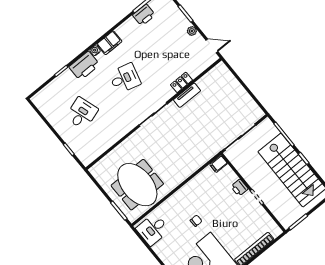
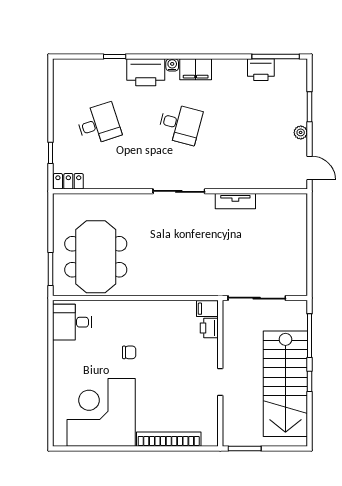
locker: (181, 82) -> (68, 181), moved
printer: (239, 188) -> (209, 328), moved

